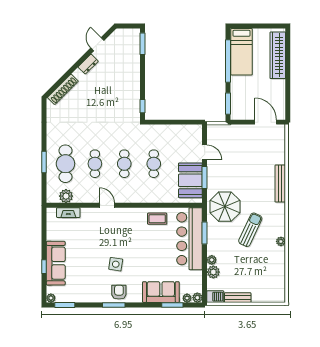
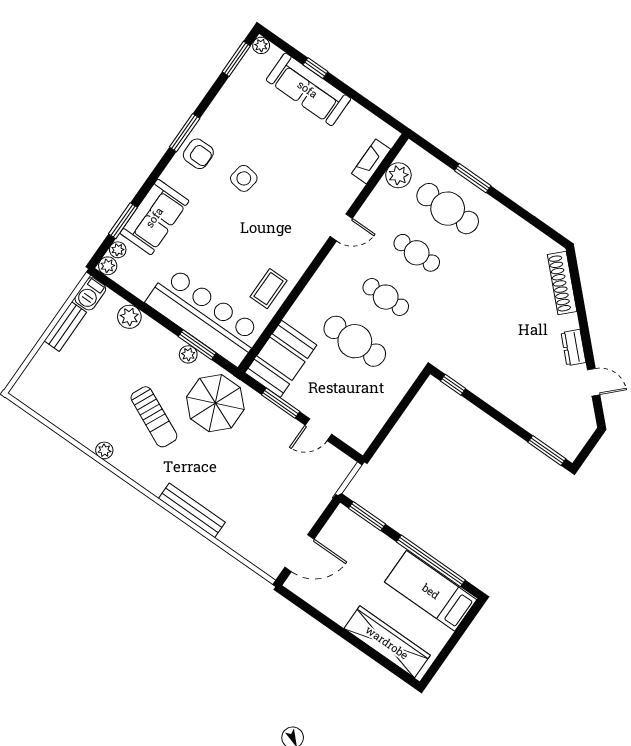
cafe table: (154, 164) -> (355, 341), width x1.37, depth x1.35
booth: (190, 180) -> (281, 359), moved, turned 90
plant: (212, 260) -> (188, 354), moved

